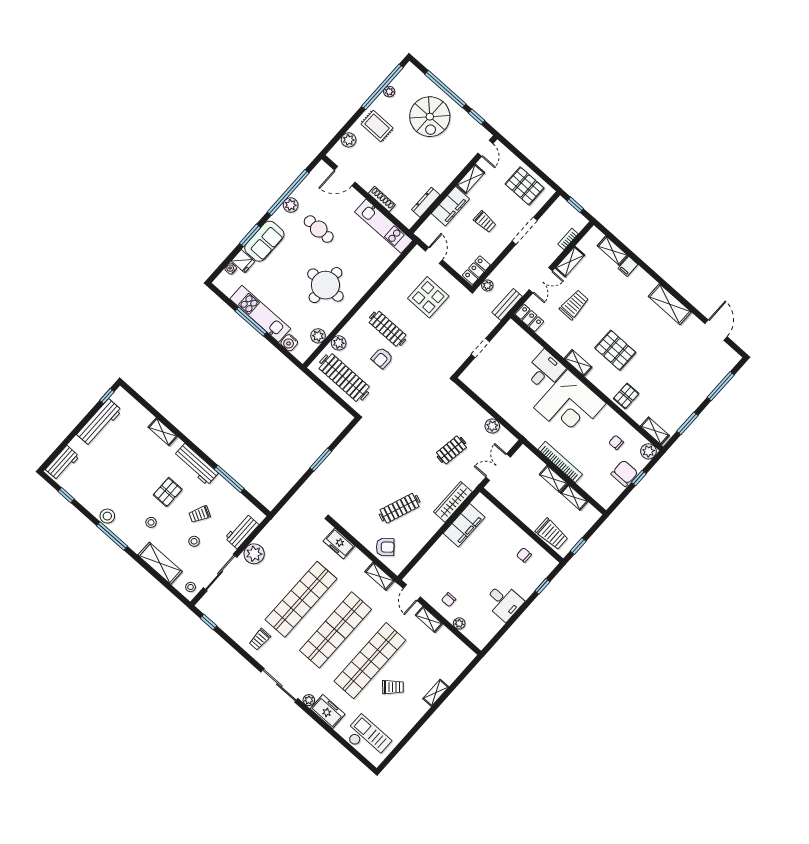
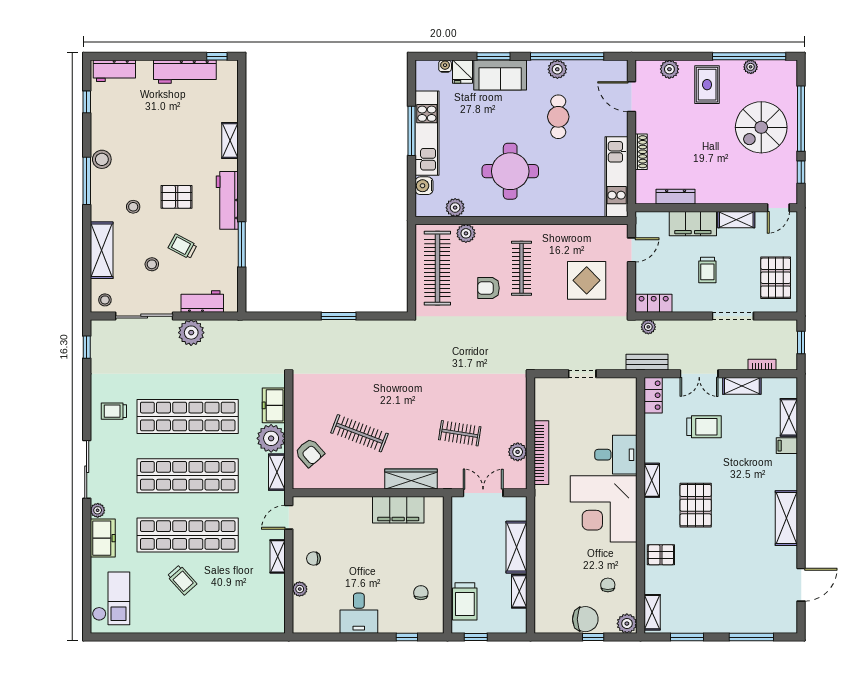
bookcase: (560, 462) -> (541, 453), moved
shelving: (553, 479) -> (516, 547), width x1.50, depth x1.33
plant: (357, 562) -> (271, 438), added
shelving: (436, 693) -> (213, 626), removed

